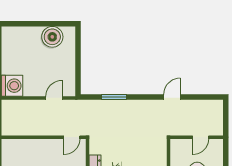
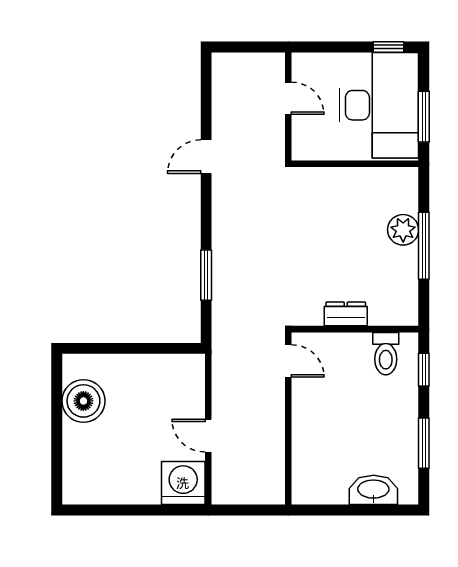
door: (172, 97) -> (206, 157), hinge flipped
door: (54, 98) -> (208, 436), moved

